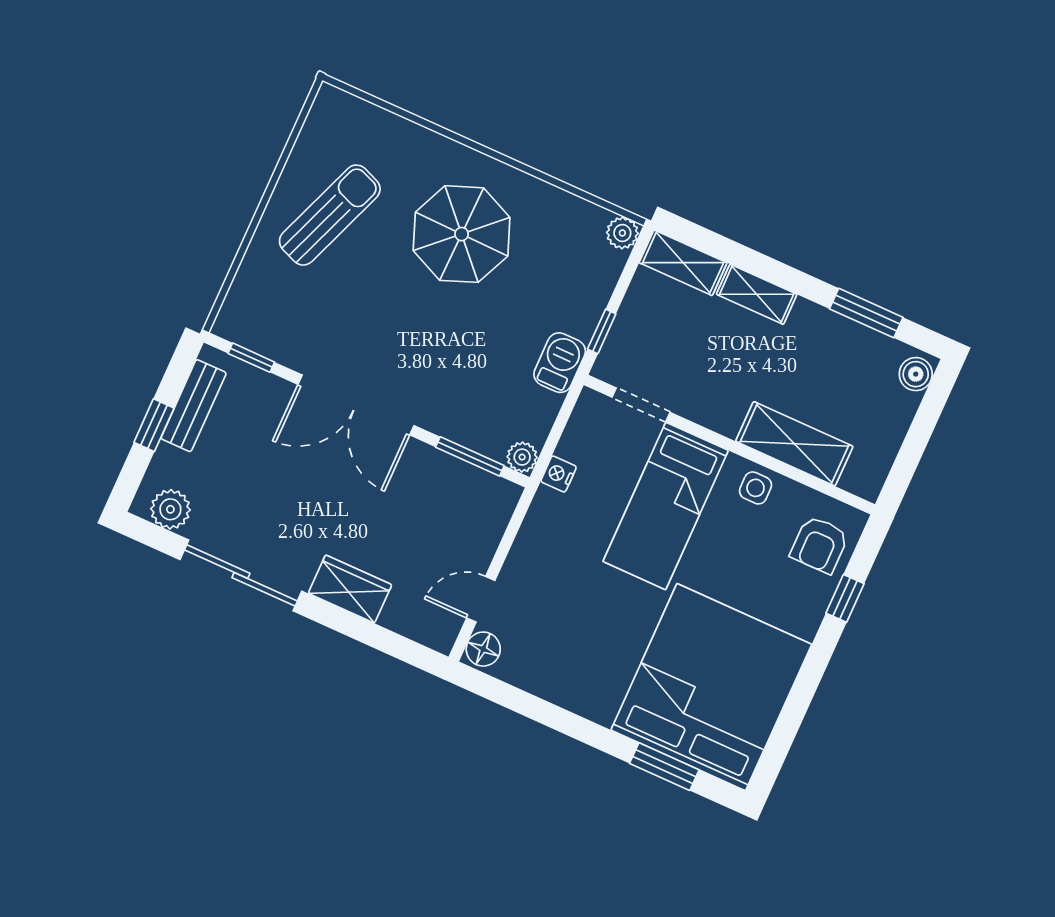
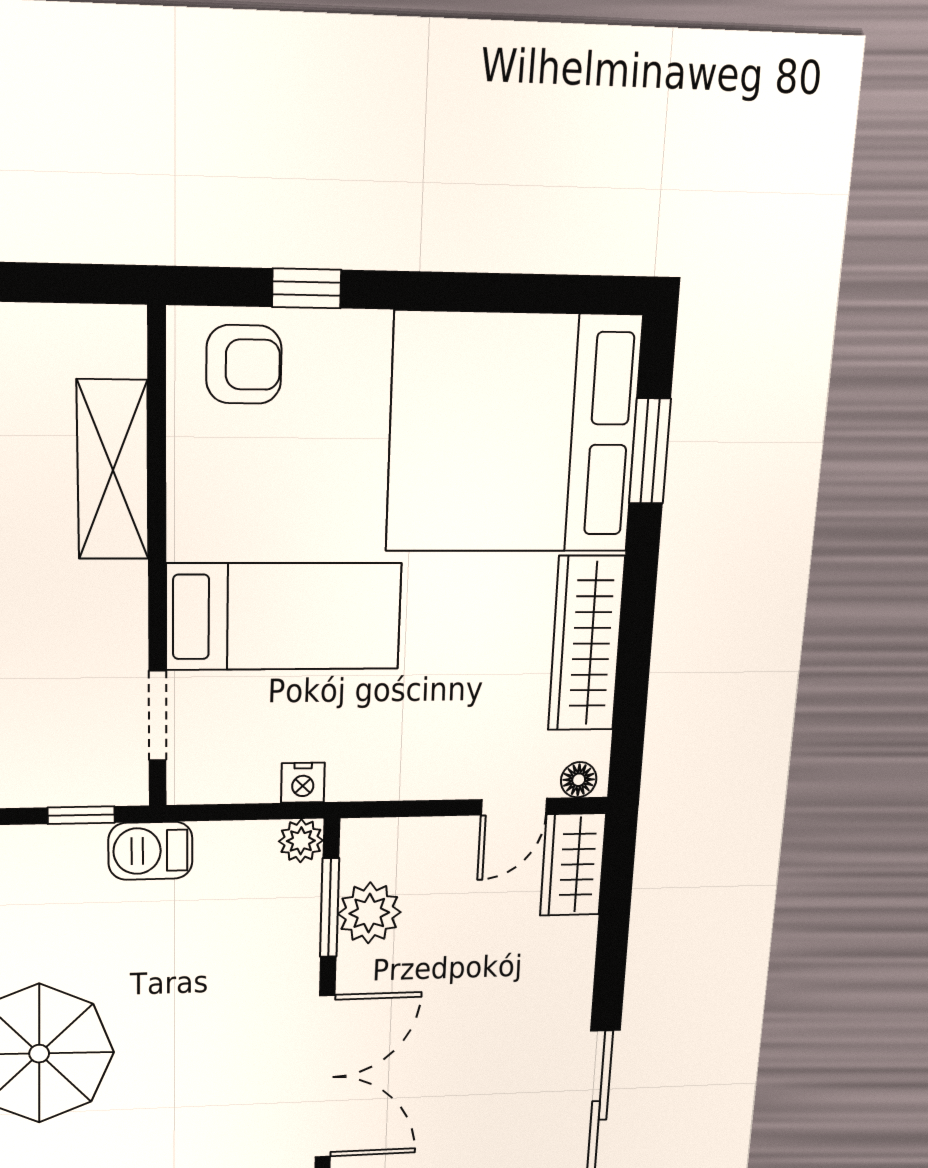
plant: (454, 480) -> (369, 913), added
side table: (756, 488) -> (202, 499), removed
wardrobe: (350, 589) -> (573, 865), moved
door: (481, 599) -> (514, 807), hinge flipped
floor lamp: (483, 649) -> (579, 780), width x0.73, depth x0.73
wardrobe: (564, 684) -> (586, 644), added

